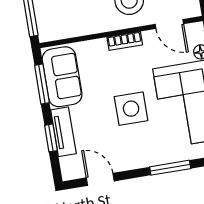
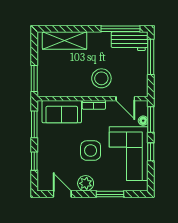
sofa: (62, 77) -> (62, 112), moved, turned 90
tv unit: (63, 132) -> (43, 158), removed
plant: (132, 158) -> (86, 183), added

